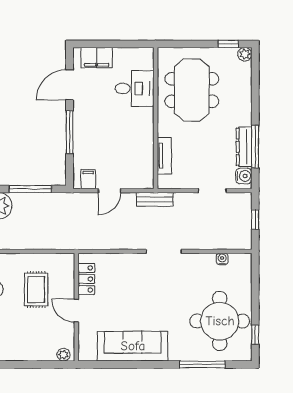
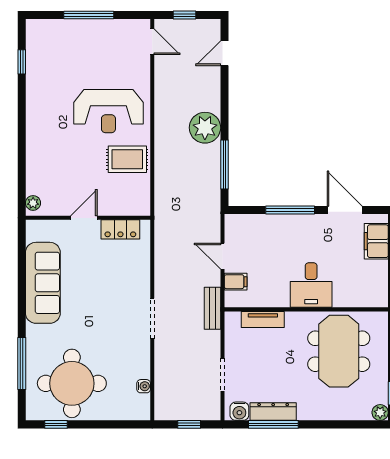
desk: (135, 89) -> (311, 285), moved
meeting table: (192, 90) -> (339, 351), turned 90
filing cabinet: (88, 179) -> (236, 282), moved
rug: (36, 290) -> (127, 159), moved

